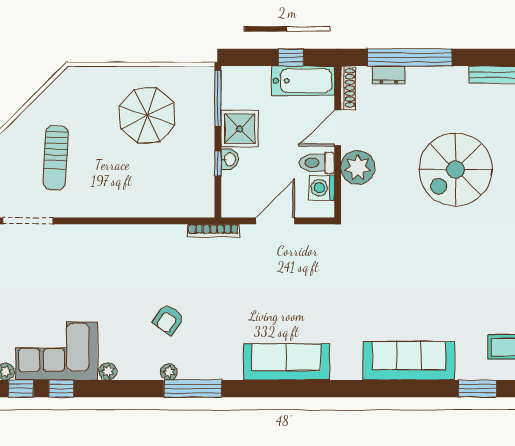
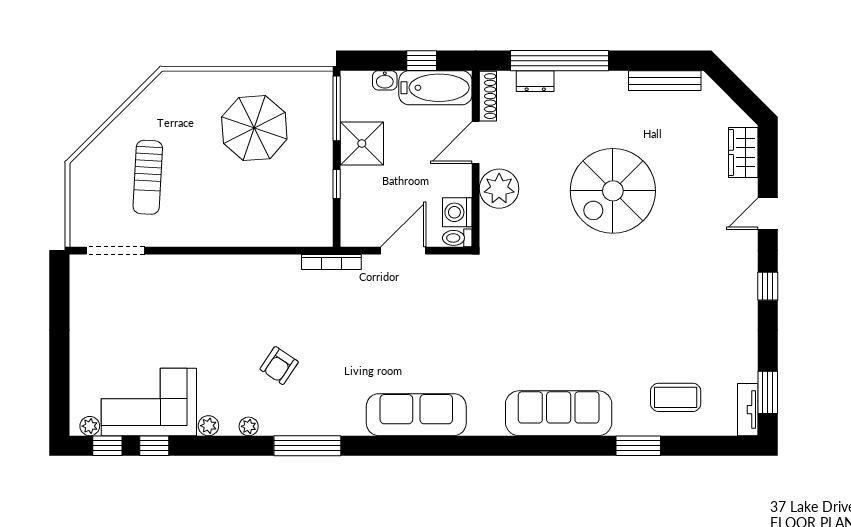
washbasin: (230, 159) -> (385, 80), moved, turned 90
toilet: (317, 163) -> (457, 238), moved, width x0.73, depth x0.72
plant: (169, 372) -> (249, 426), moved

